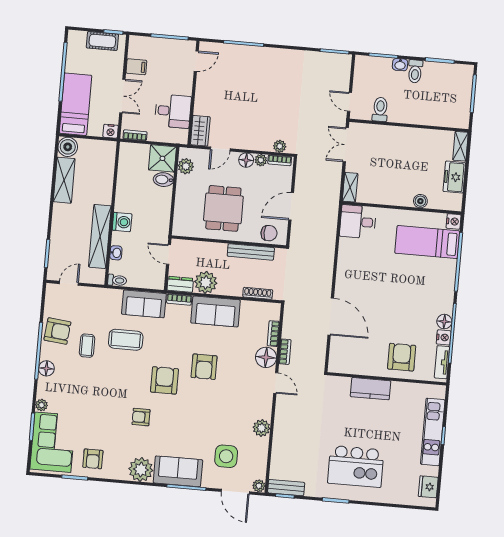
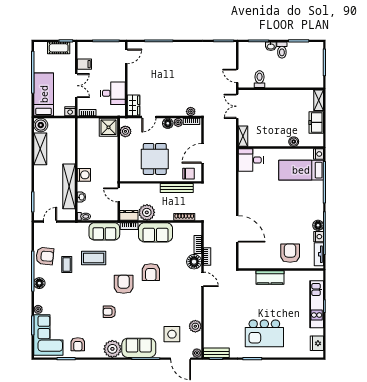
bidet: (163, 180) -> (110, 142), removed
plant: (262, 428) -> (195, 326), moved

